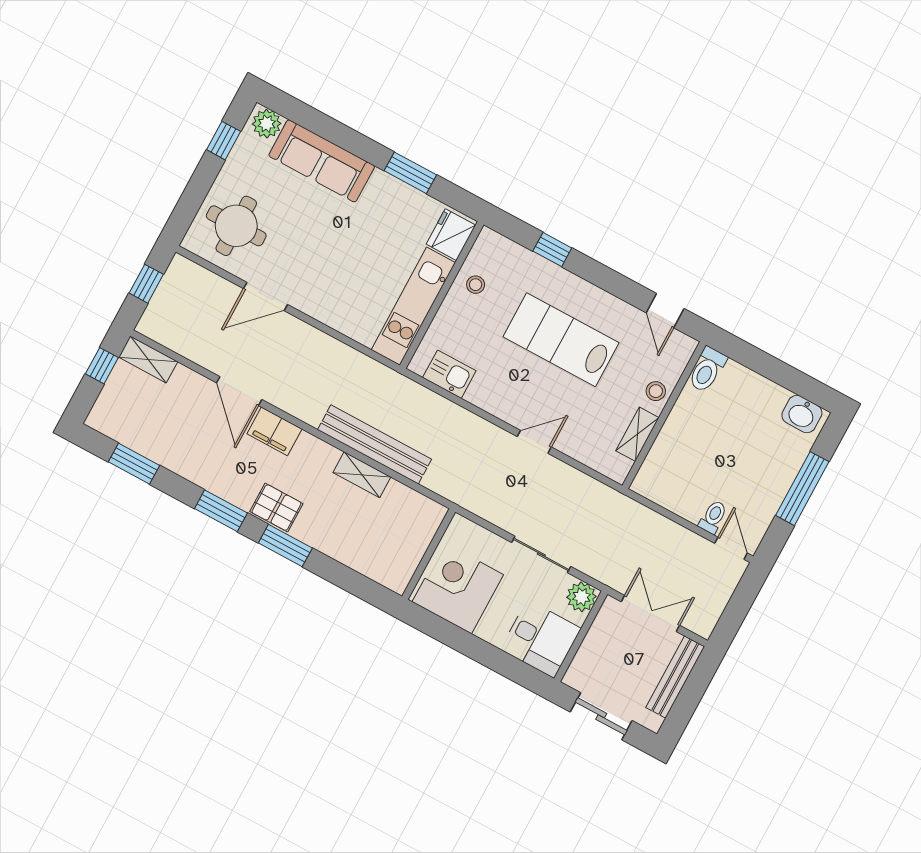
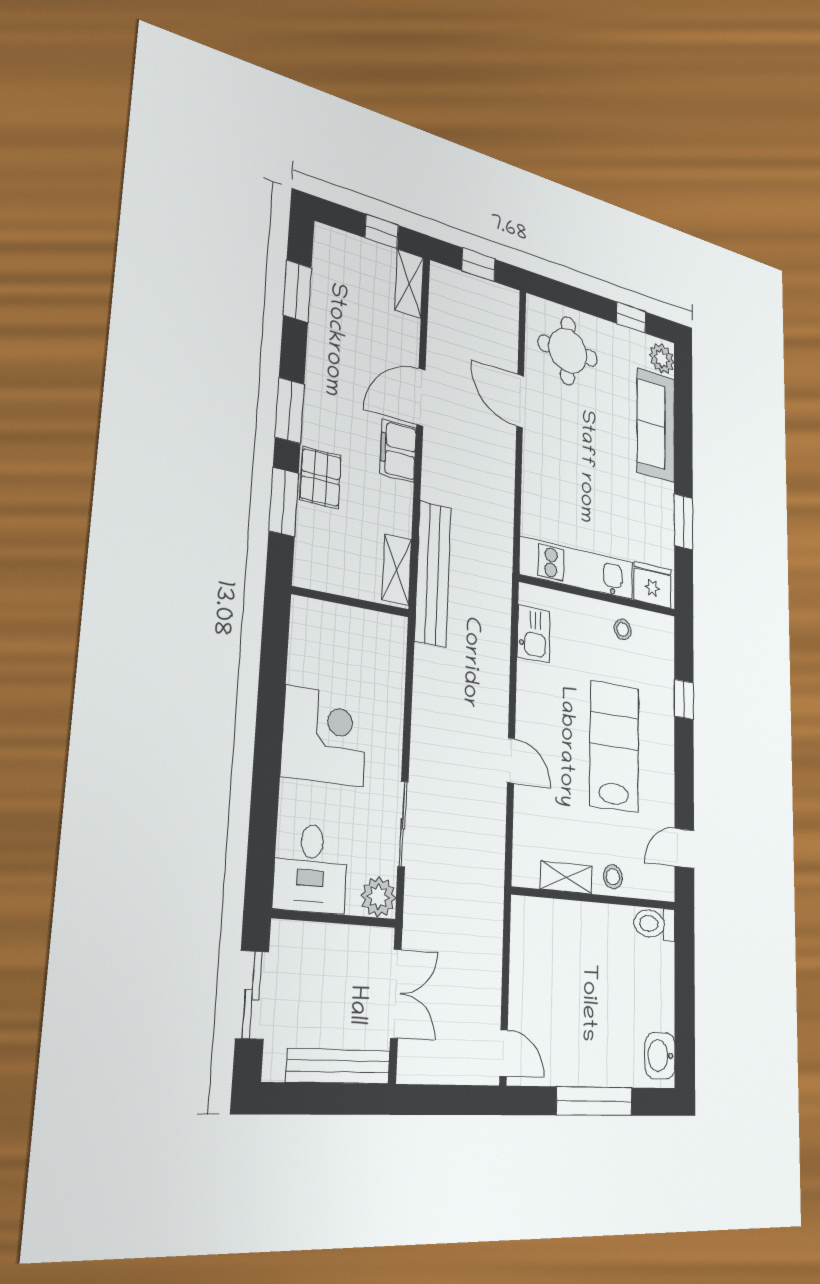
toilet: (713, 517) -> (525, 1012), removed
door: (731, 548) -> (504, 1053), hinge flipped
wall: (429, 554) -> (351, 602), moved

